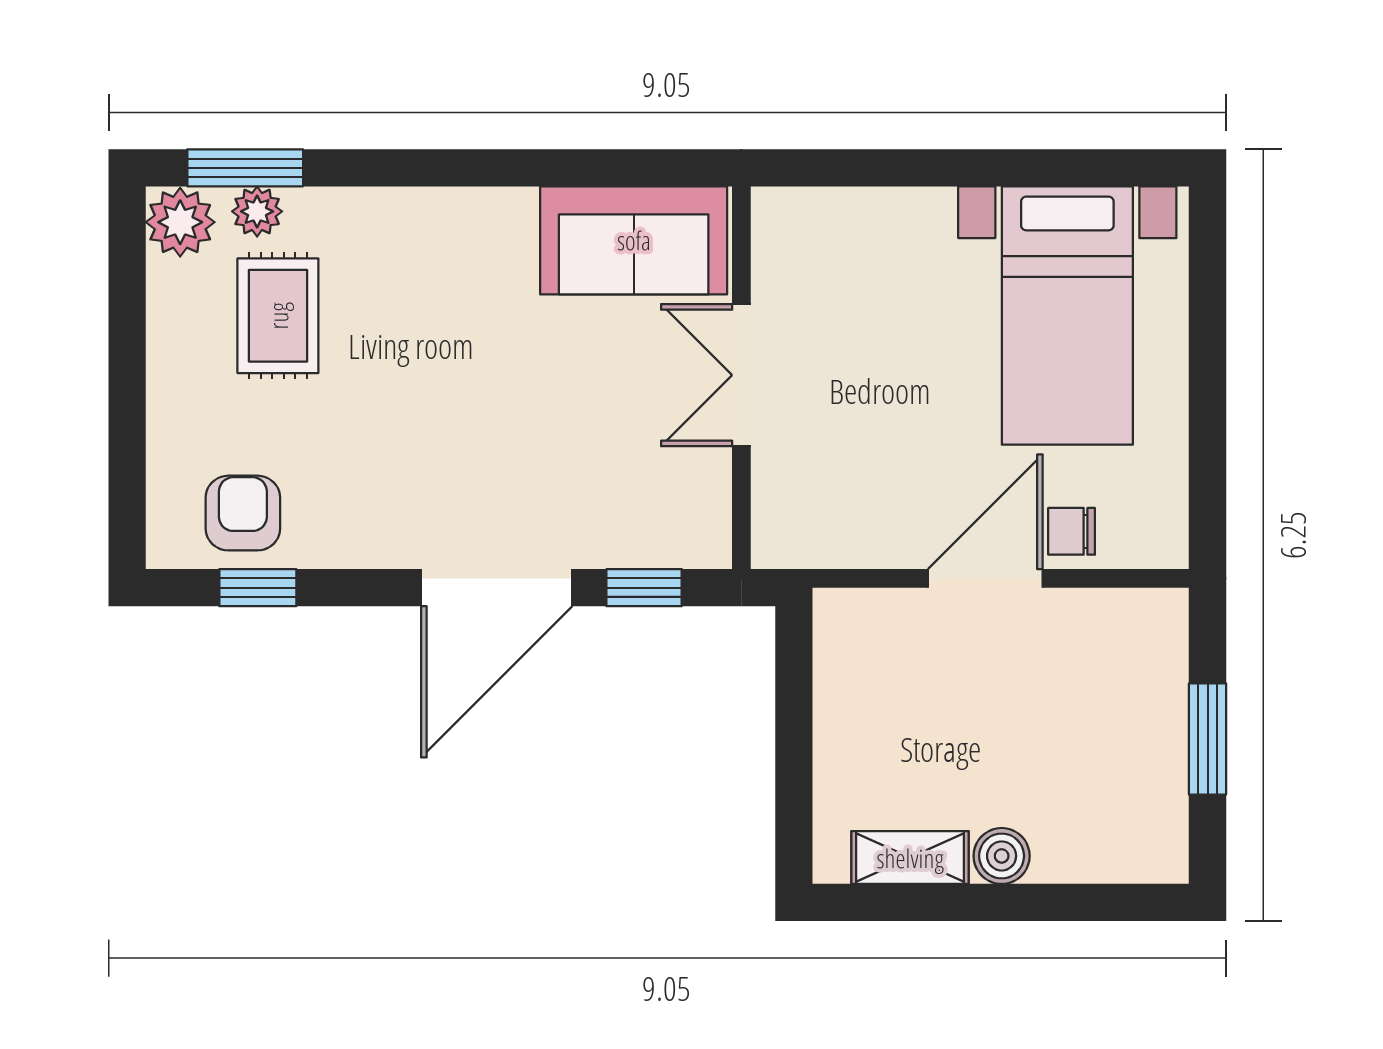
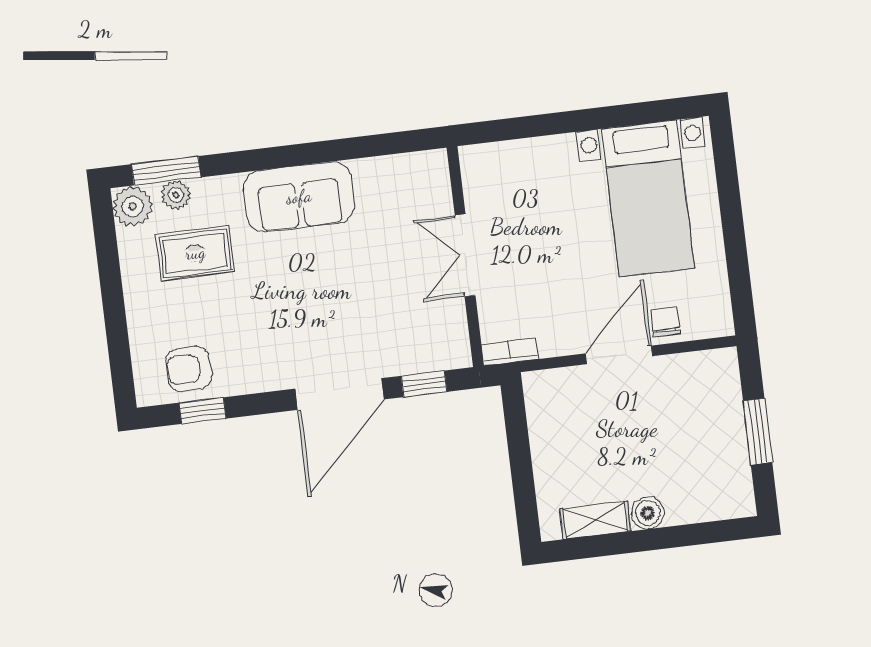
sofa: (634, 240) -> (299, 197), moved
rug: (278, 316) -> (195, 253), turned 90
armchair: (243, 513) -> (189, 369), turned -90
chair: (1072, 531) -> (665, 322), turned 90
bookcase: (798, 550) -> (510, 352), added

